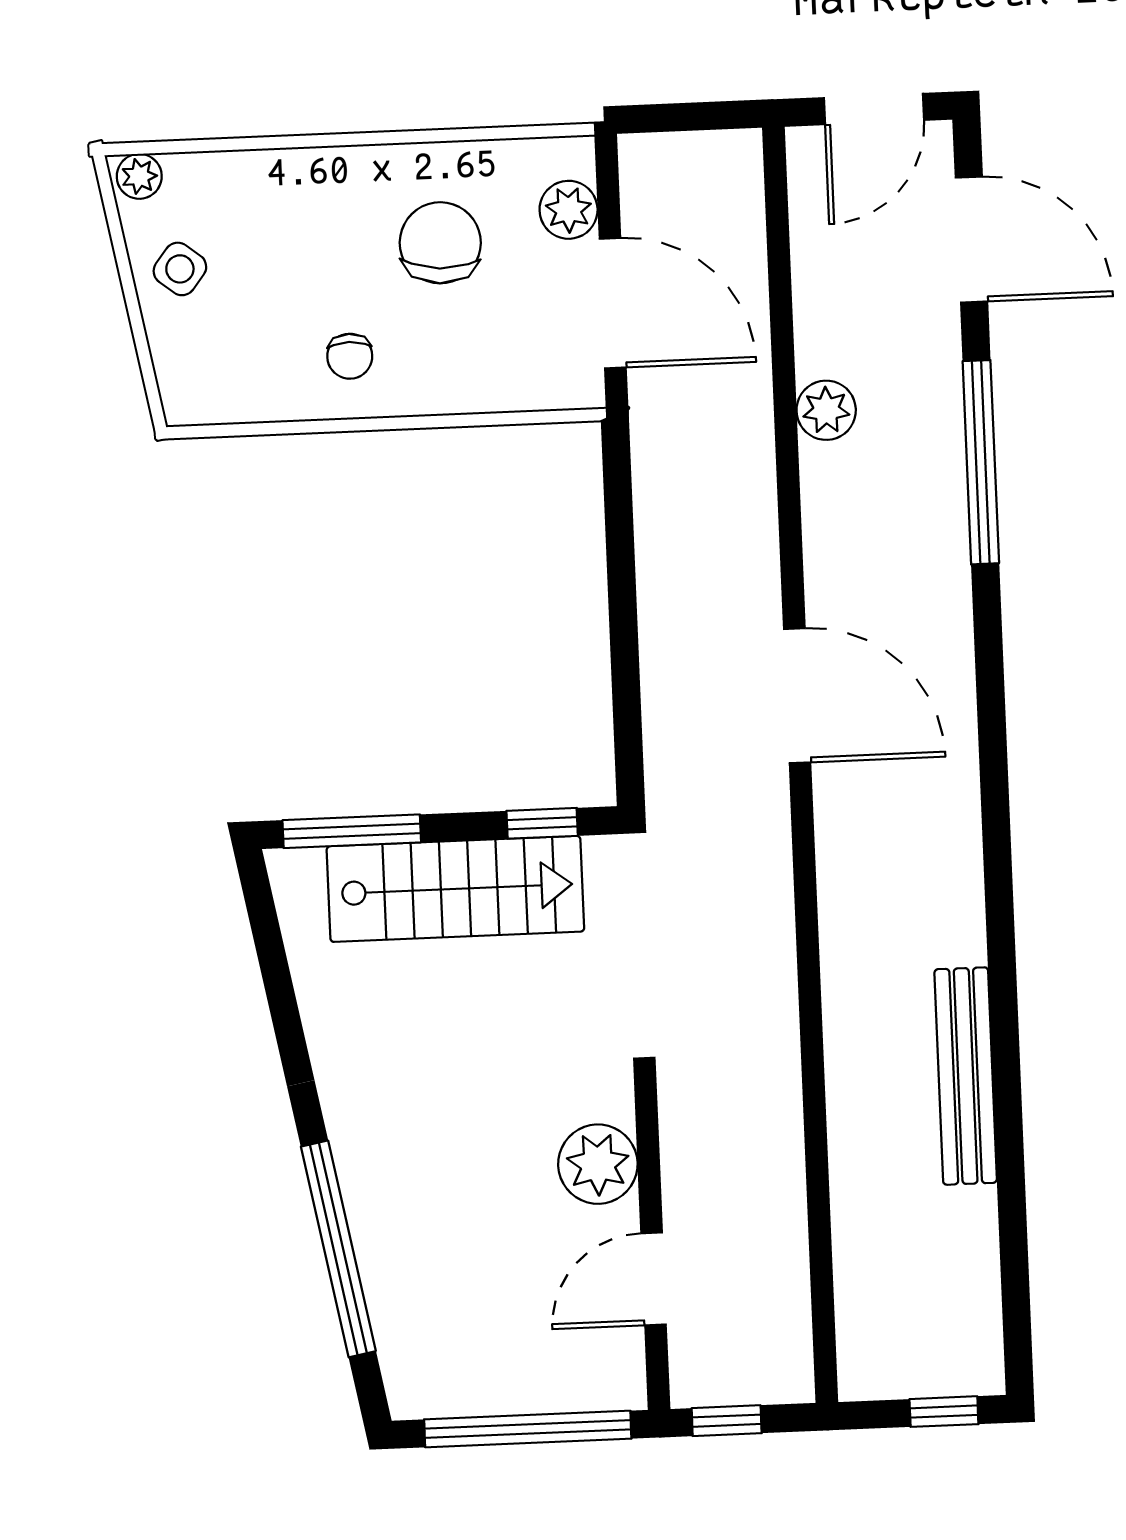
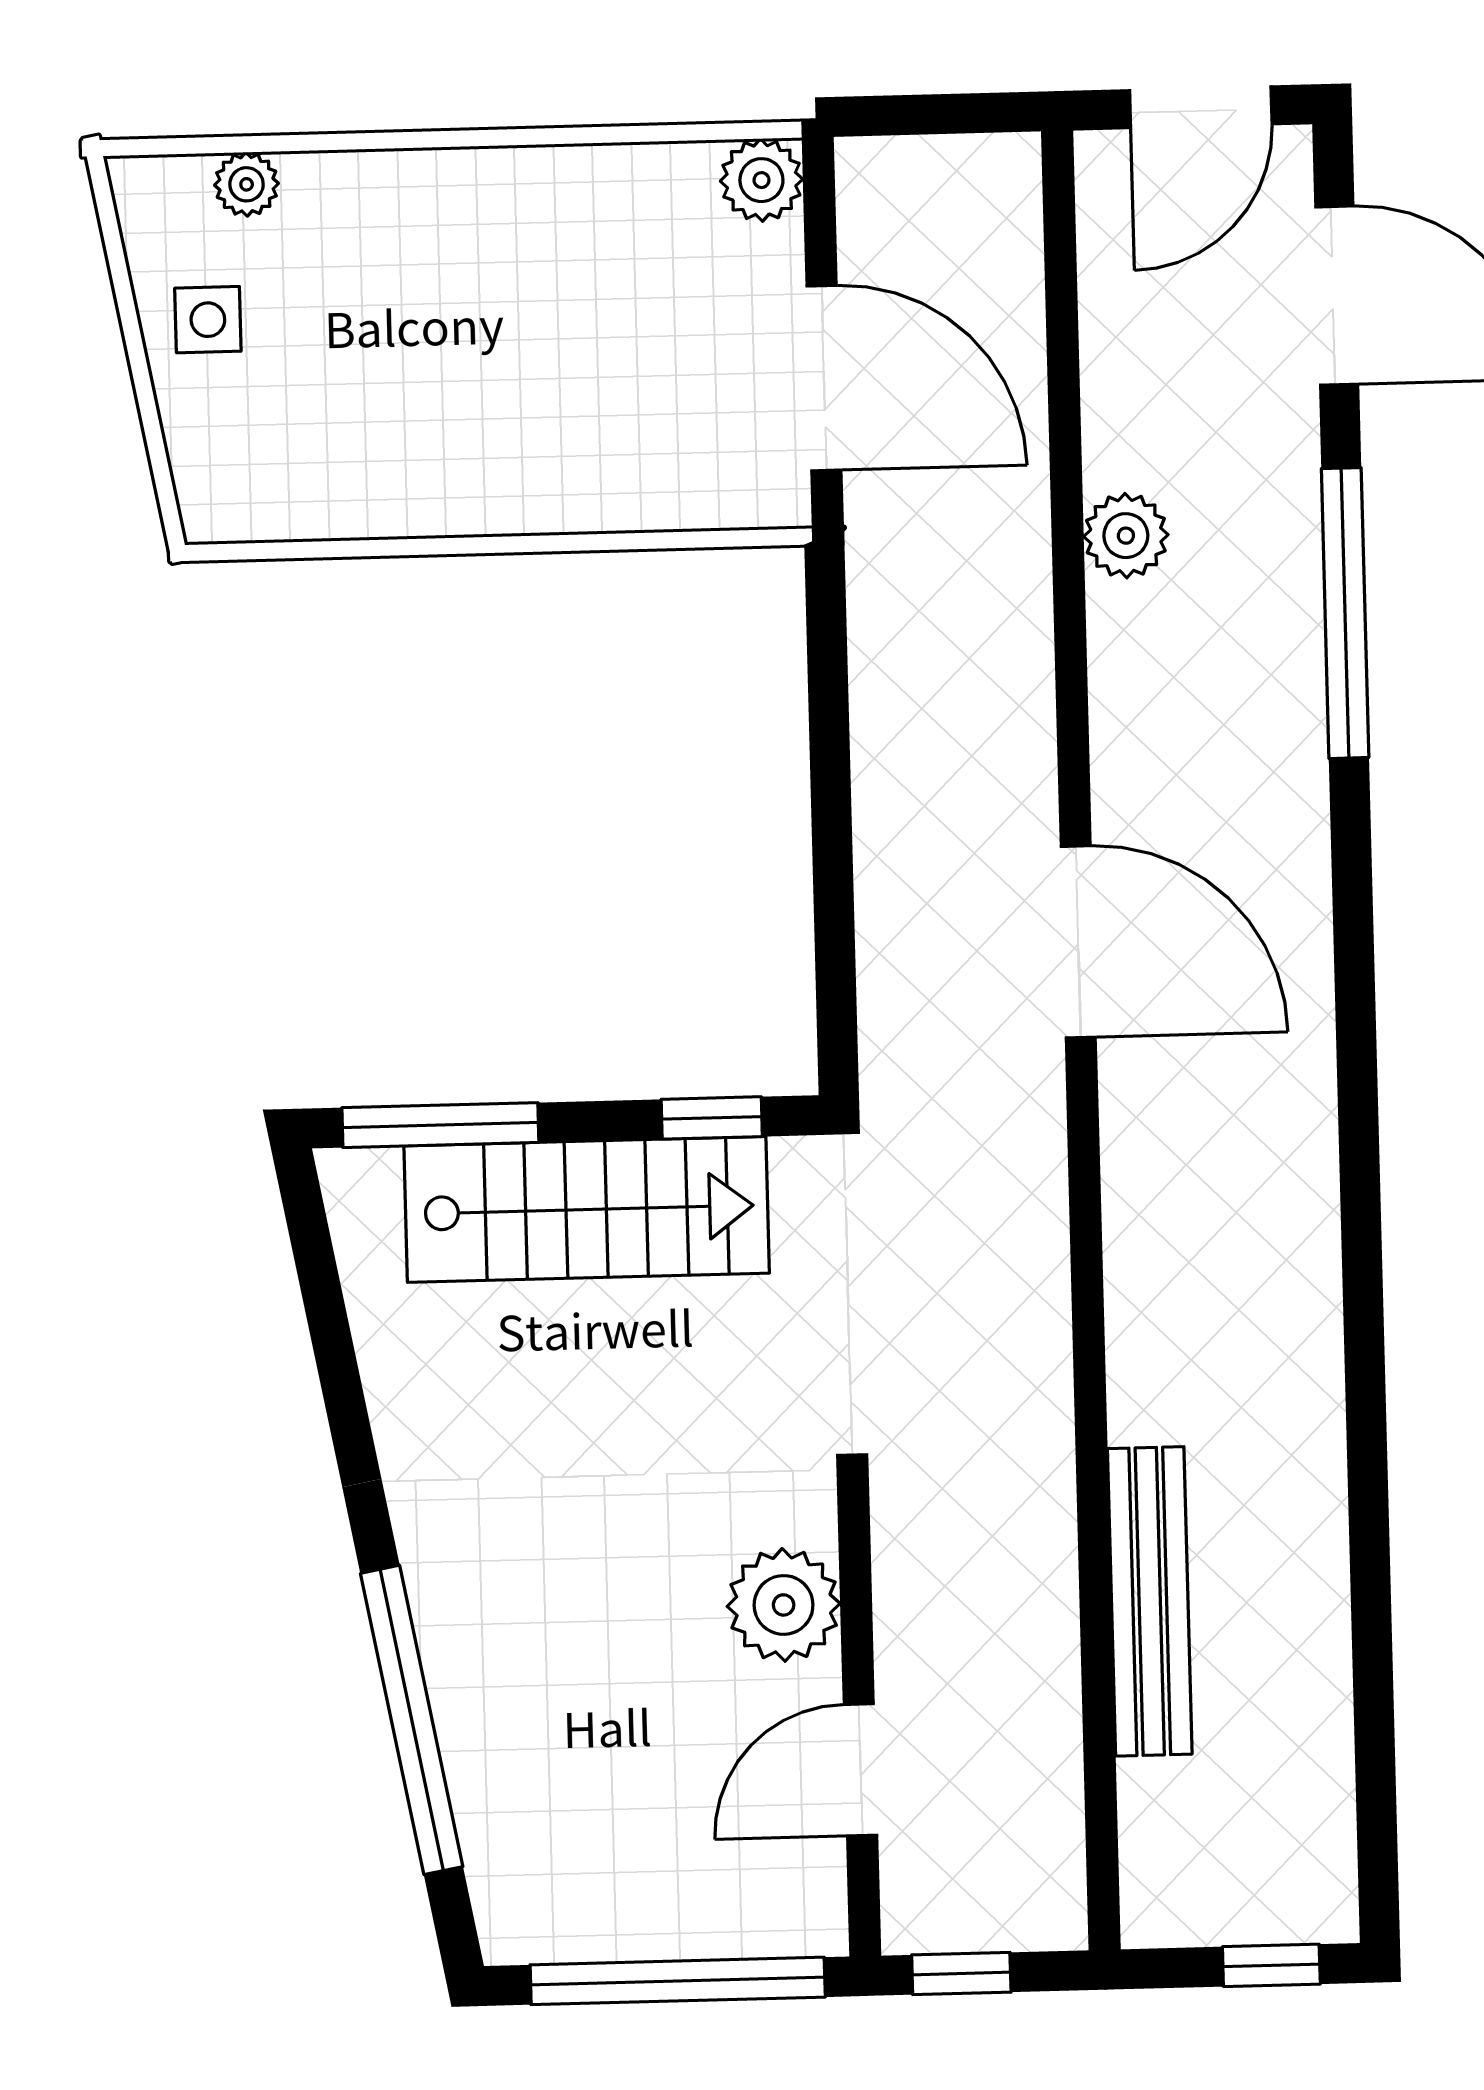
plant: (139, 176) -> (247, 184), moved
plant: (569, 210) -> (761, 180), moved
chair: (440, 243) -> (580, 288), removed
side table: (180, 269) -> (208, 320), turned -38
chair: (350, 356) -> (448, 448), removed
bench: (966, 1076) -> (1150, 1601), moved

